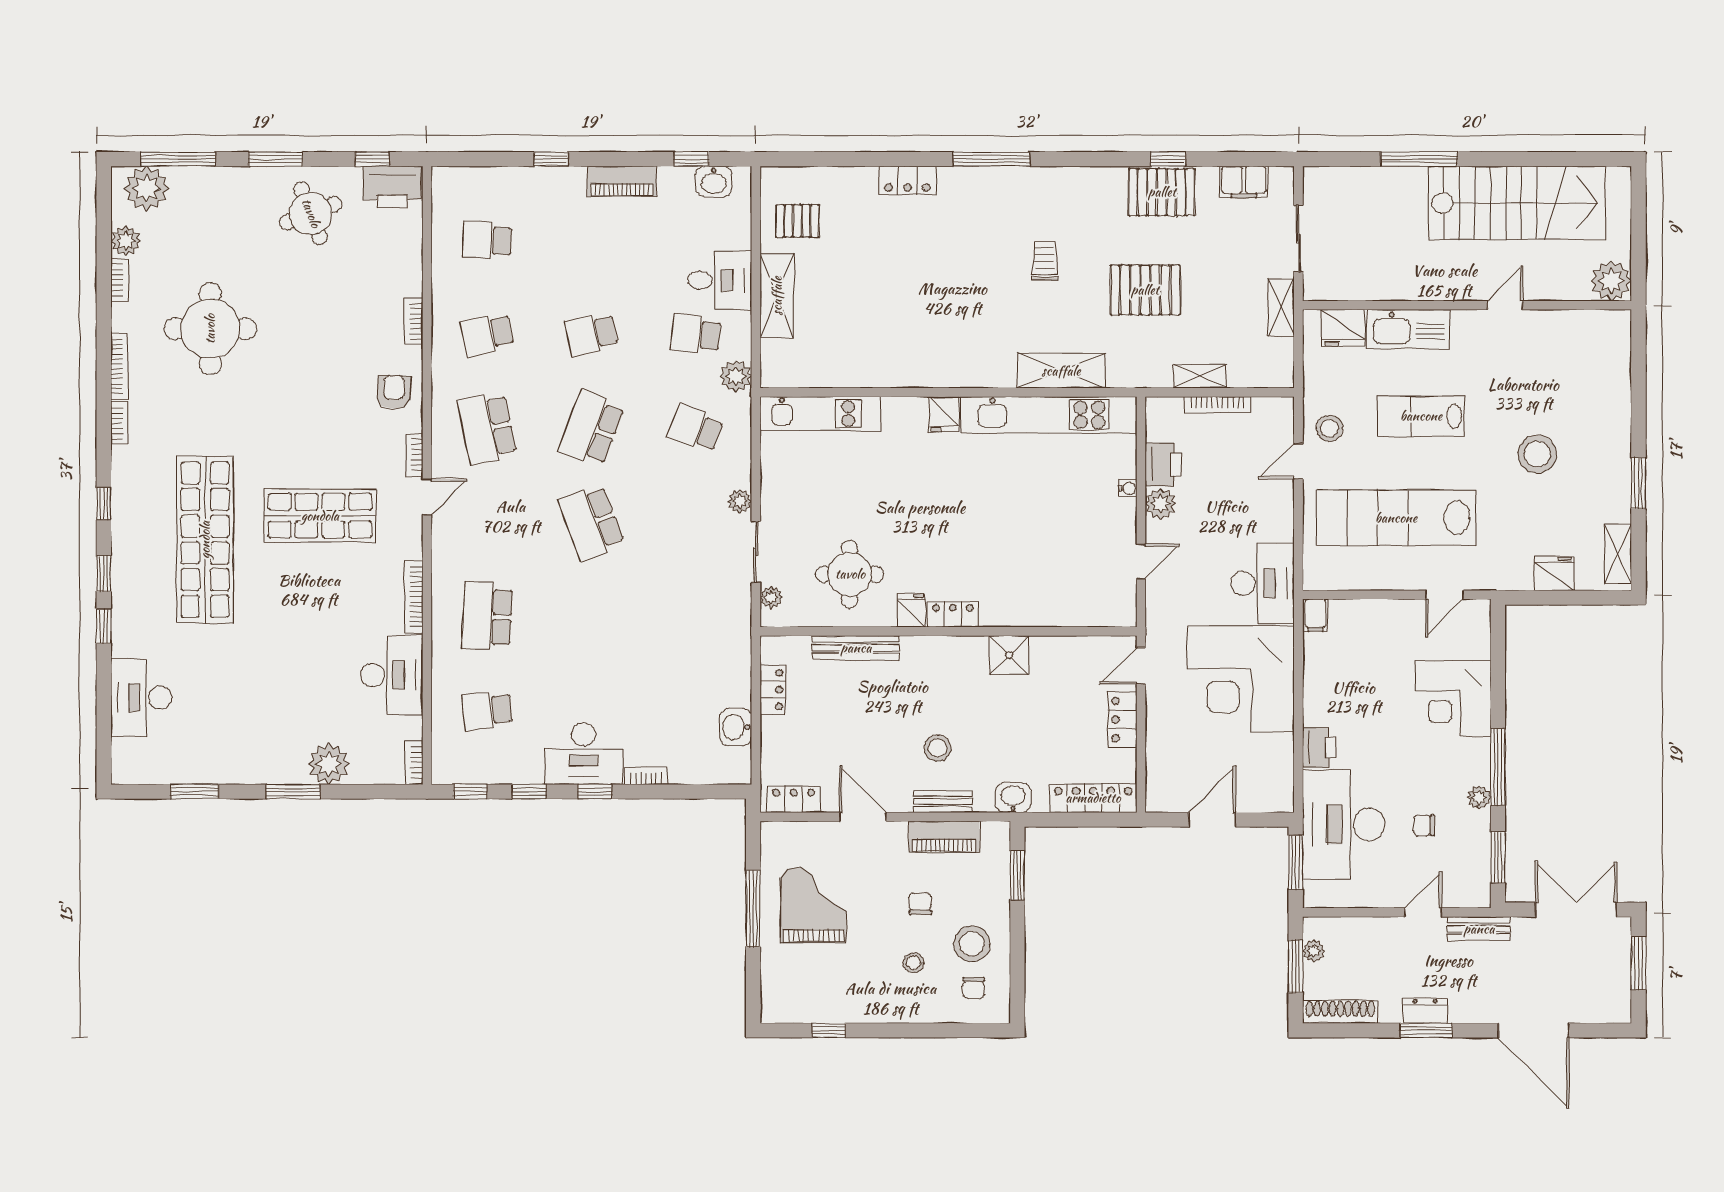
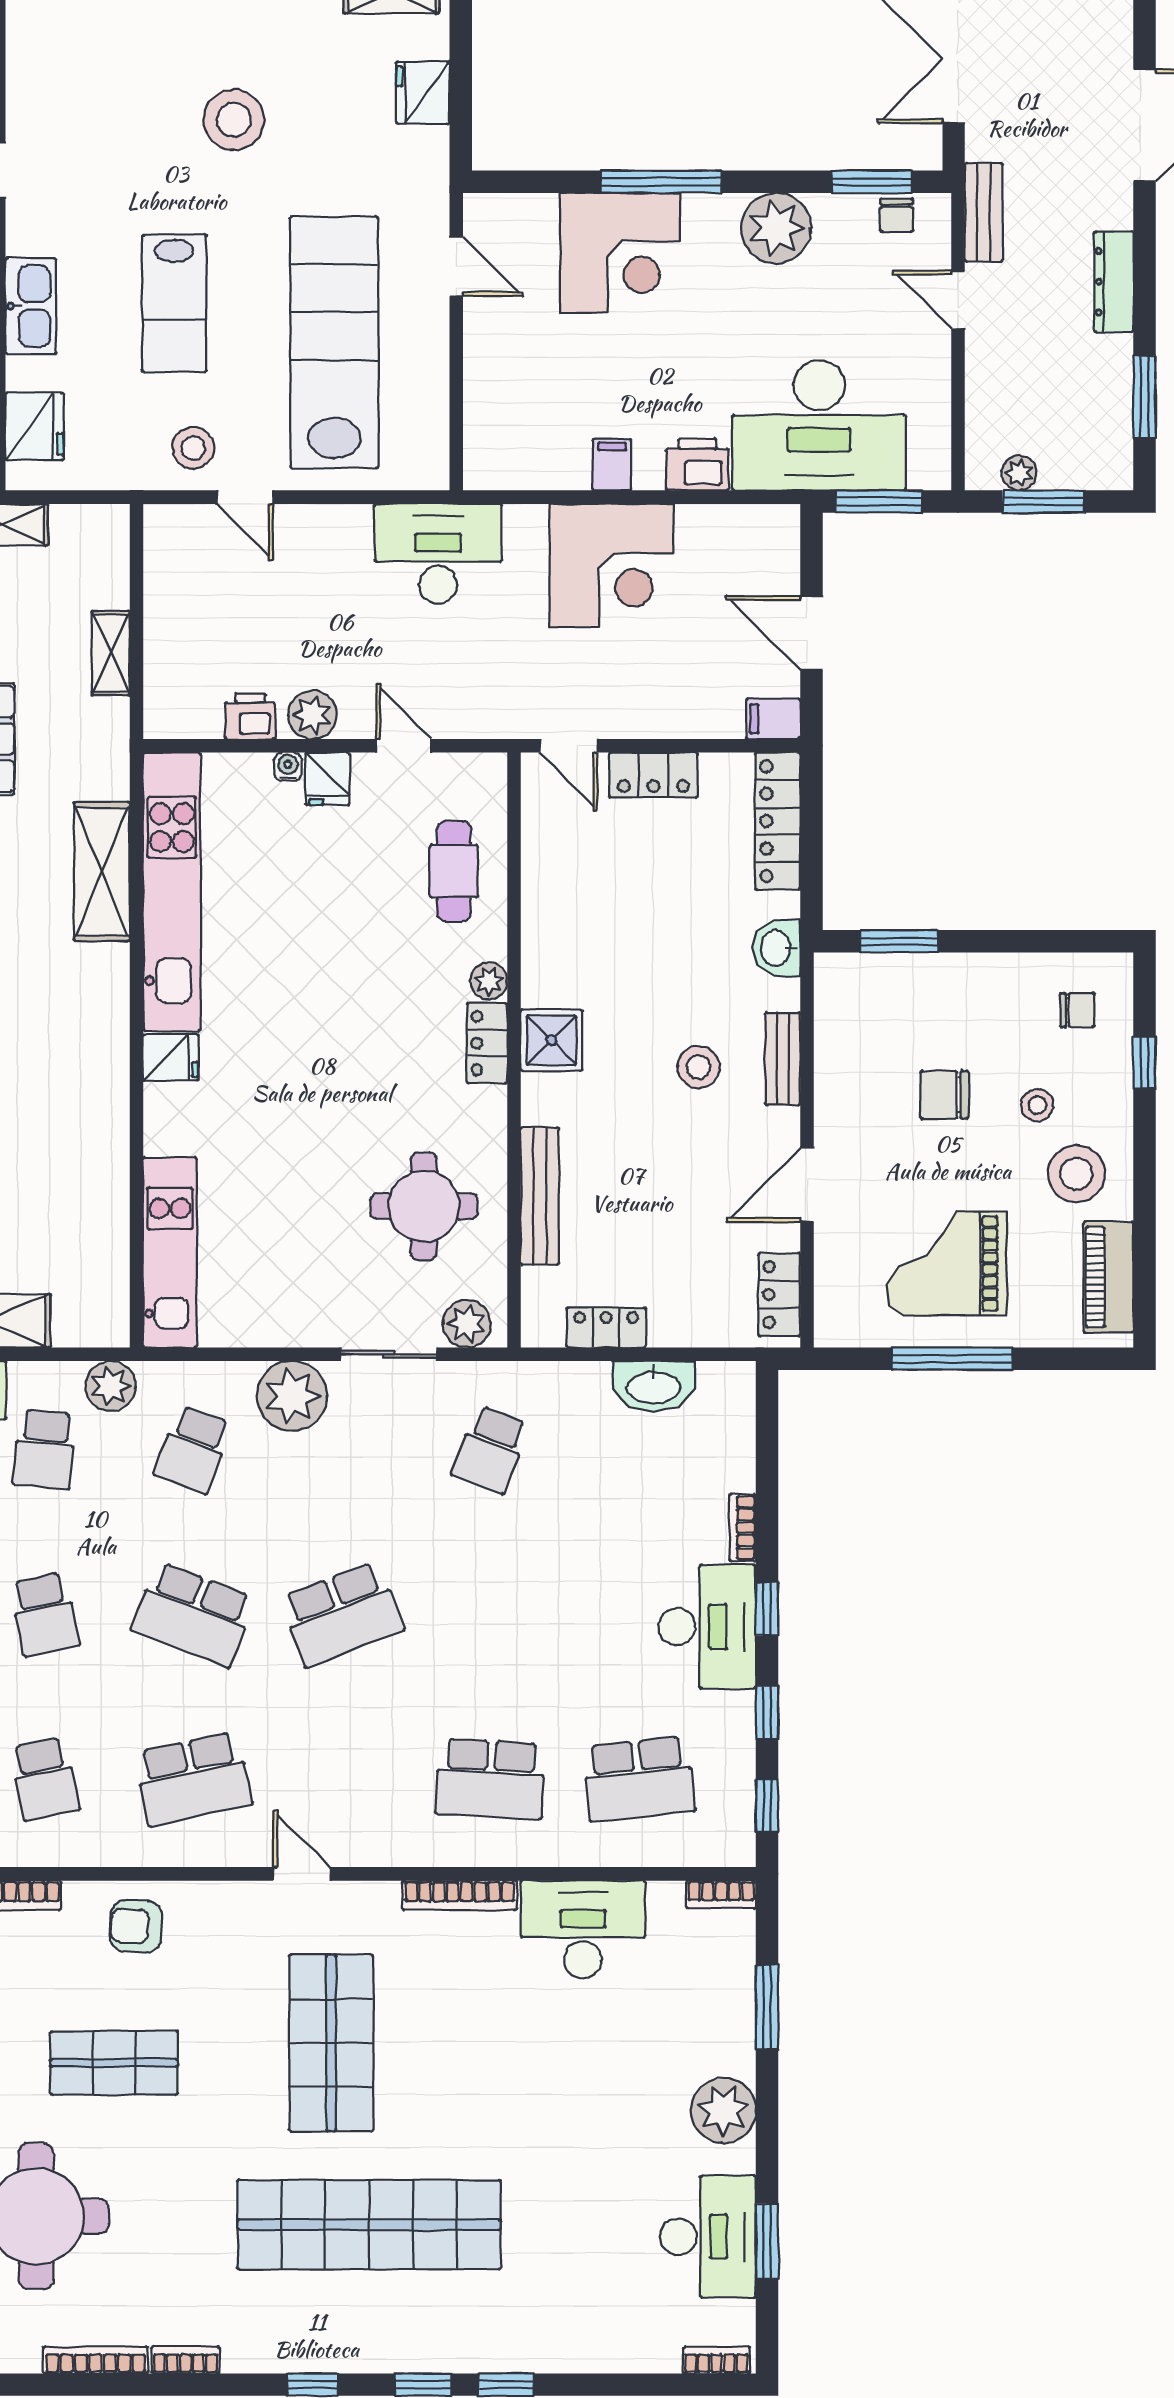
kitchen sink: (1408, 329) -> (31, 306), width x0.73, depth x0.81
shop shelf: (307, 378) -> (114, 2063), added
bookcase: (1217, 405) -> (156, 625), removed
bookcase: (414, 455) -> (717, 2360), moved, turned 180
printer: (1163, 464) -> (250, 716), width x0.73, depth x0.81
plant: (740, 501) -> (292, 1396), width x1.88, depth x1.88
lab bench: (1396, 518) -> (334, 342), turned 180
cafe table: (1062, 593) -> (454, 871), added
plant: (771, 597) -> (467, 1324), width x1.38, depth x1.38
fridge: (911, 610) -> (328, 779), moved, turned -90
plant: (992, 615) -> (489, 981), added
filing cabinet: (1315, 615) -> (612, 465), moved, turned -90
school desk: (696, 616) -> (490, 1449), added
shower: (1009, 655) -> (551, 1040), moved
corner desk: (1241, 679) -> (612, 566), width x0.74, depth x0.74
desk: (141, 697) -> (708, 2237), moved, turned -90
school desk: (487, 710) -> (639, 1779), width x1.85
washbasin: (736, 727) -> (654, 1386), width x1.38
plant: (329, 764) -> (723, 2110), moved
window: (1498, 767) -> (661, 182), moved
window: (293, 792) -> (767, 2007), moved
filing cabinet: (1158, 795) -> (773, 719), added
plant: (1479, 797) -> (776, 228), width x1.87, depth x1.87
chair: (1424, 826) -> (897, 215), moved
piano: (944, 837) -> (1109, 1277), moved, turned 180
chair: (920, 904) -> (944, 1095), width x1.37, depth x1.37
stool: (972, 944) -> (1076, 1174), moved
dresser: (1425, 1011) -> (1114, 282), width x1.44
shoe rack: (1340, 1012) -> (1115, 431), removed
window: (829, 1030) -> (1145, 1063), moved
window: (1426, 1030) -> (1145, 397), moved

